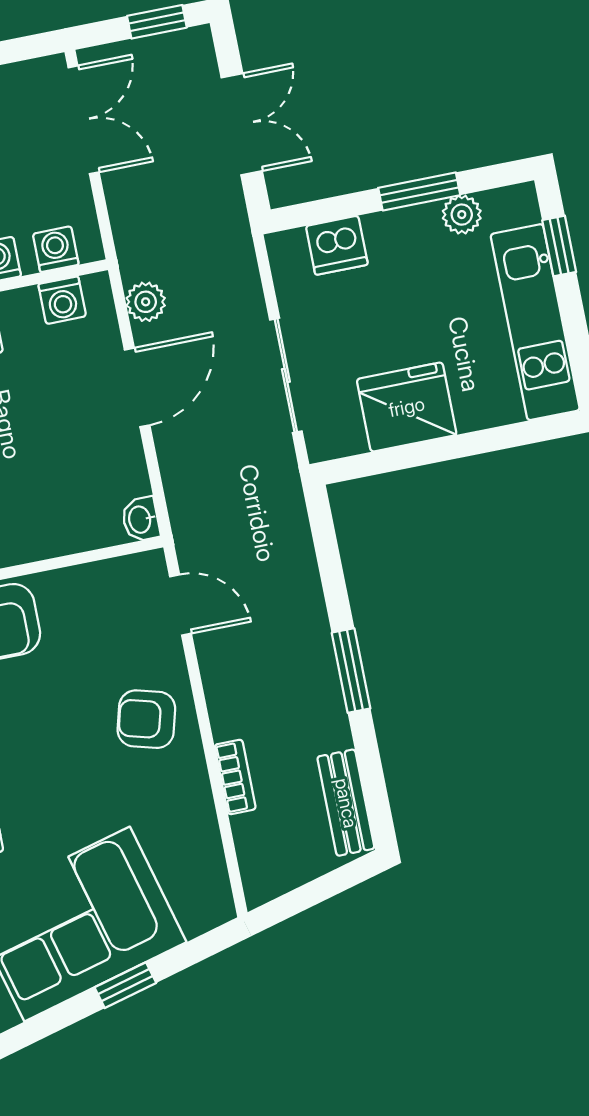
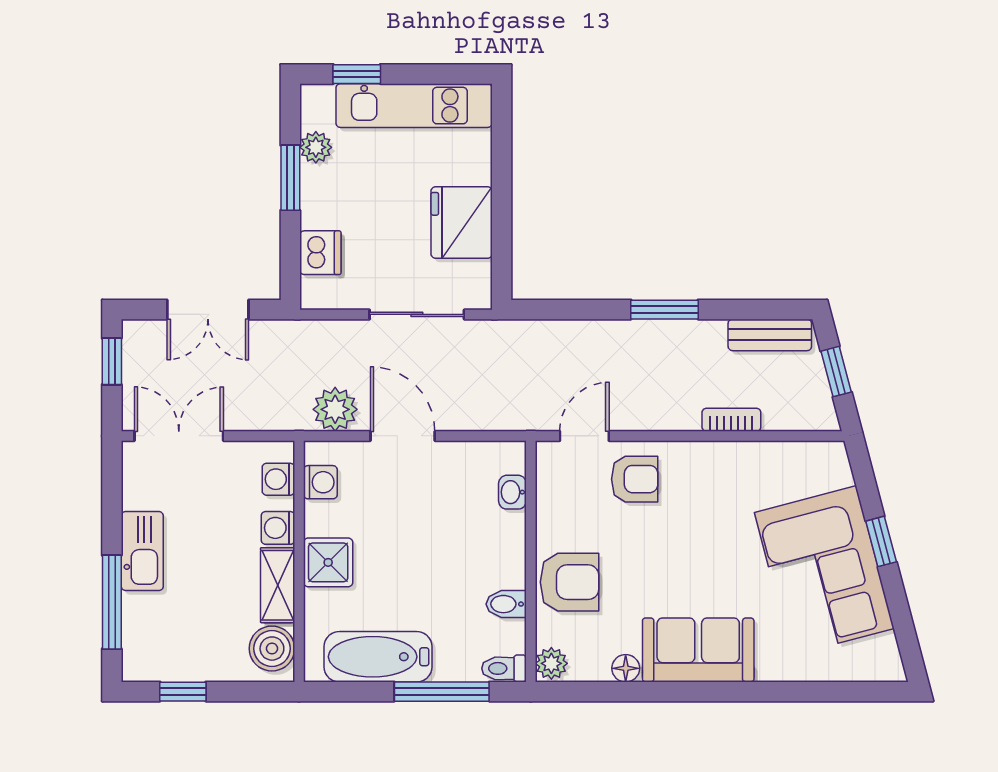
double door: (242, 124) -> (208, 310), swing flipped
plant: (146, 302) -> (335, 409), width x1.38, depth x1.38
washbasin: (141, 519) -> (512, 492), moved, turned 90
armchair: (146, 719) -> (635, 479), moved, turned -105
window: (318, 891) -> (836, 372), added

